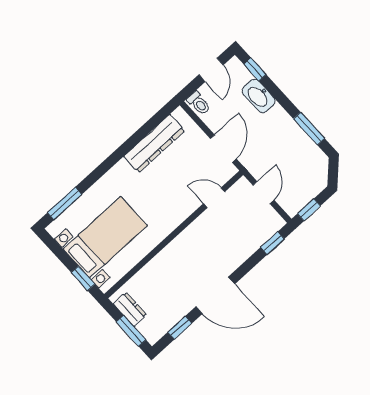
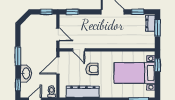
window: (309, 129) -> (18, 56), moved
armchair: (170, 188) -> (92, 69), added
door: (264, 193) -> (58, 34), swing flipped
dresser: (130, 309) -> (150, 23), moved

